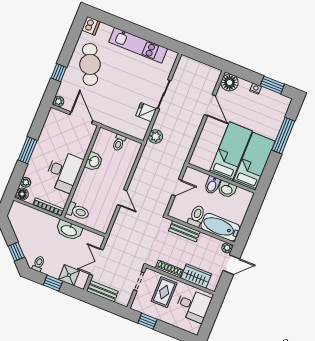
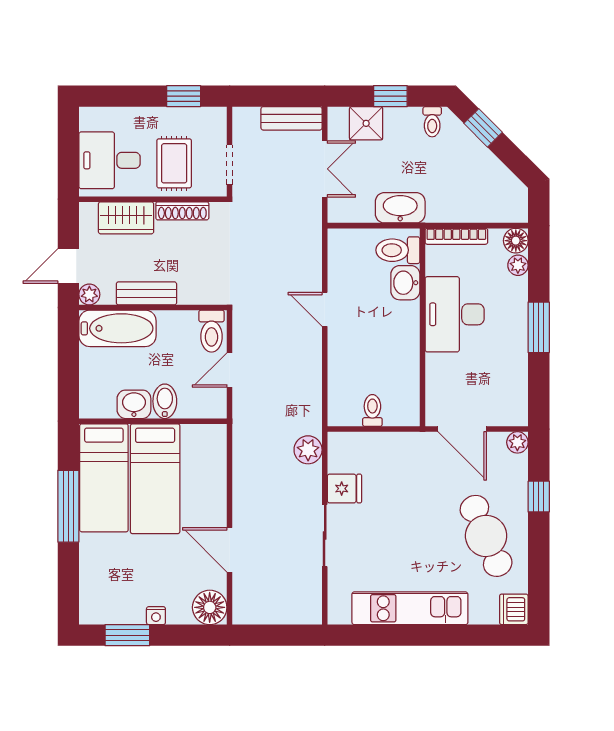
window: (283, 136) -> (68, 506), moved
washbasin: (94, 161) -> (405, 283), moved
toilet: (196, 216) -> (212, 331), moved
bench: (184, 231) -> (146, 293), moved

